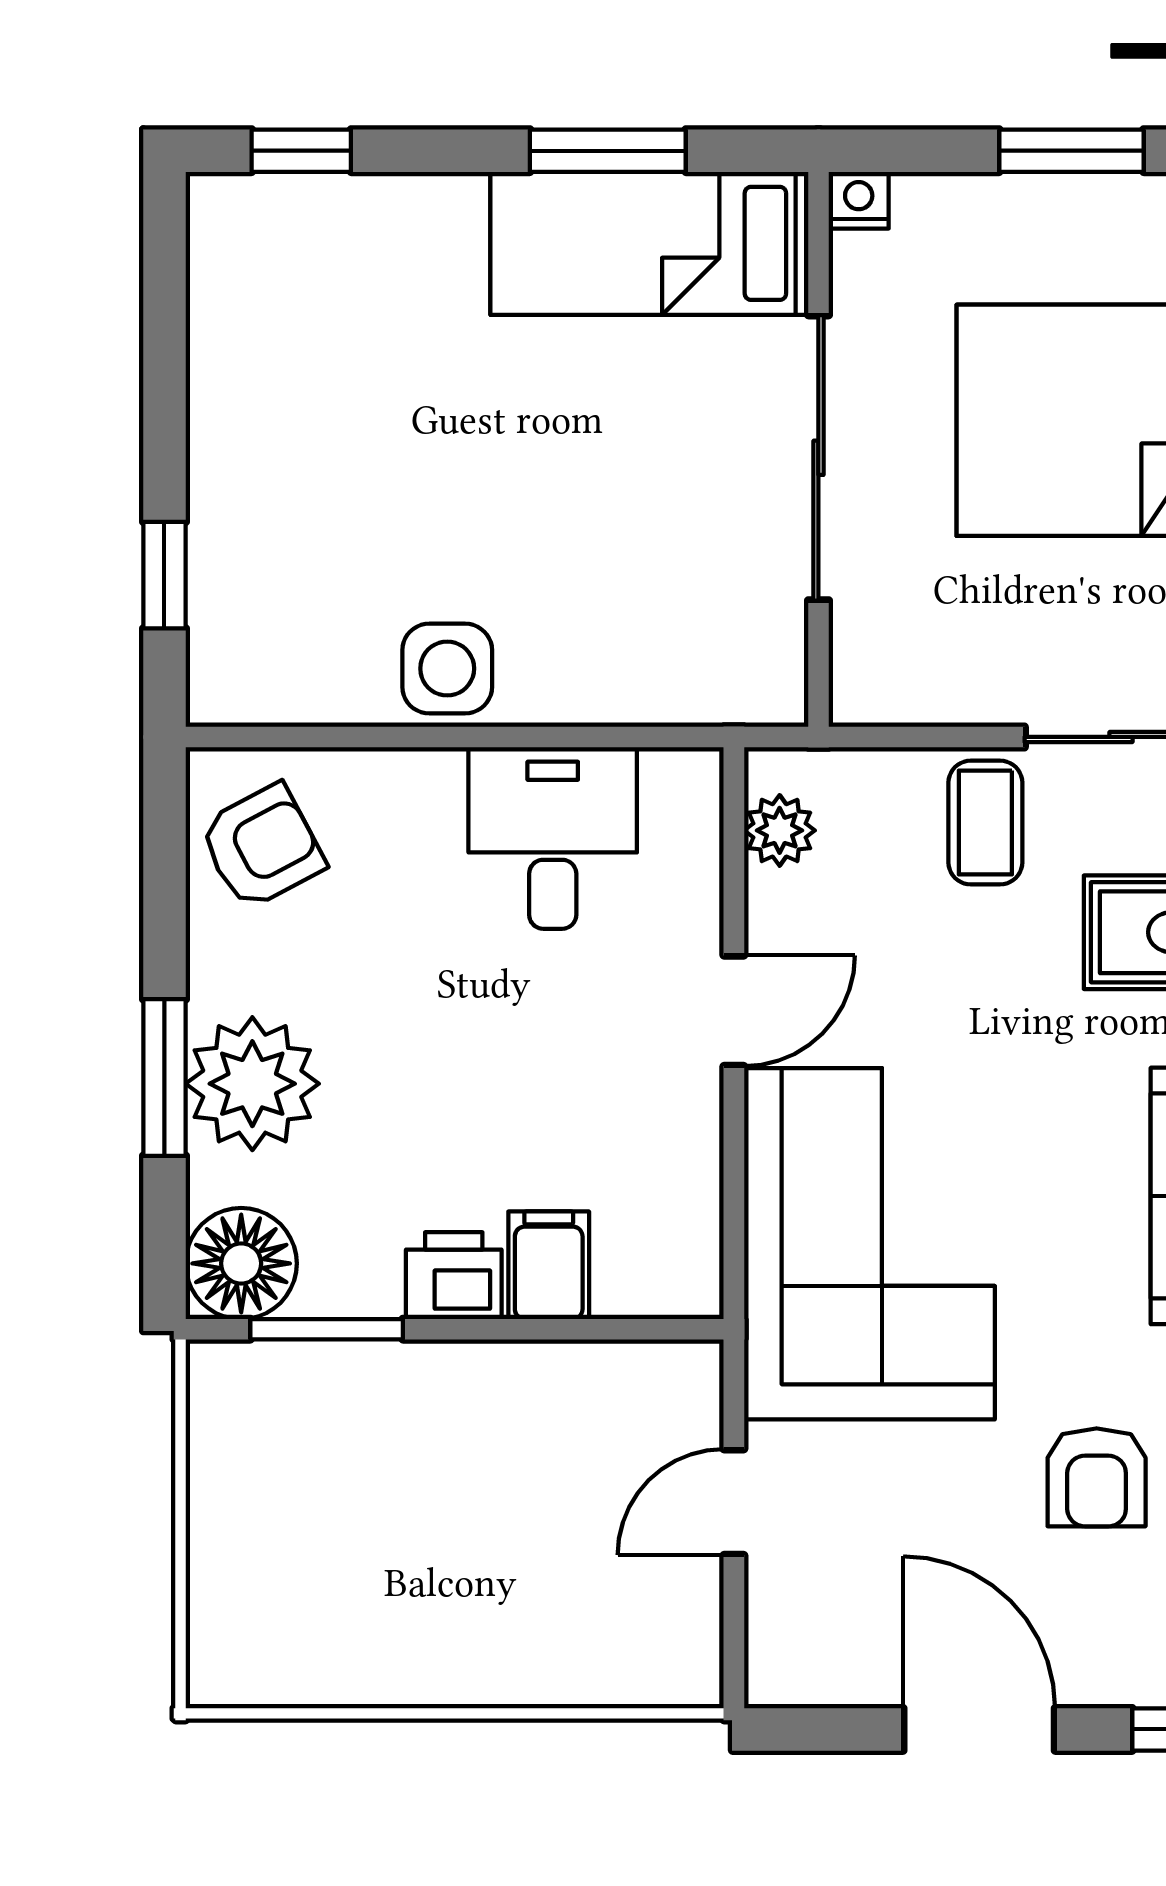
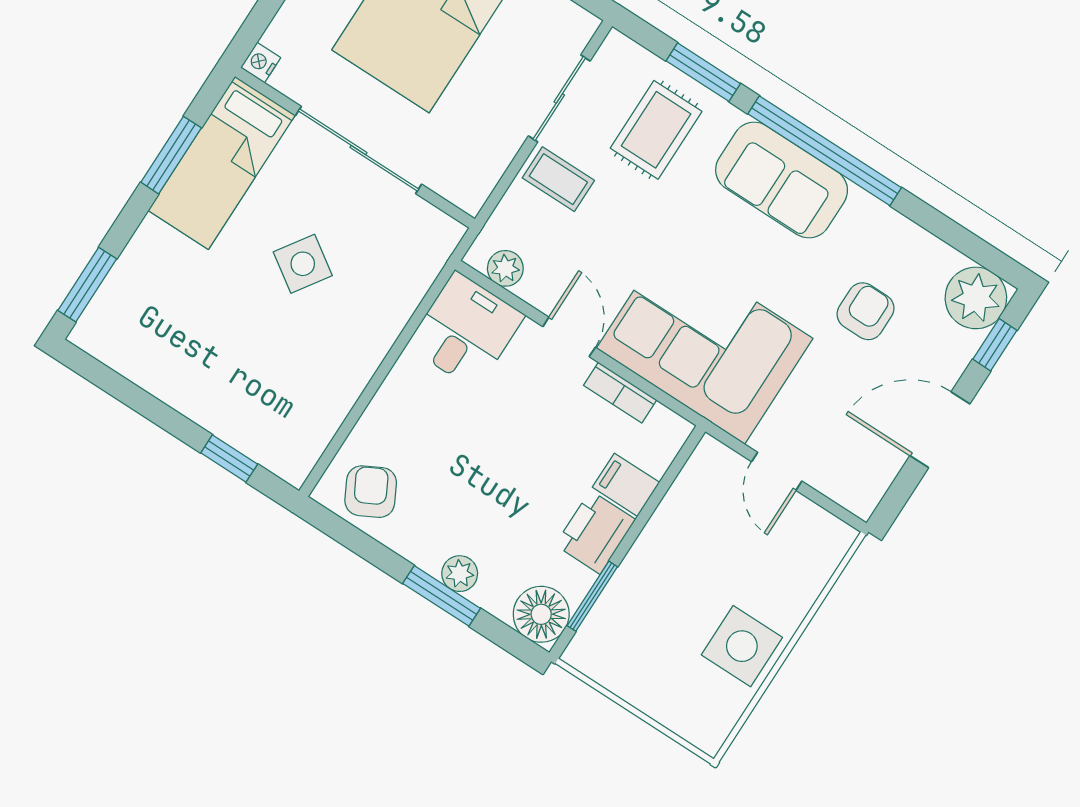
window: (301, 151) -> (87, 285), width x1.50
side table: (447, 669) -> (303, 264), moved, turned 34
desk: (553, 838) -> (466, 331), moved, turned 90
plant: (252, 1084) -> (460, 574), width x0.53, depth x0.53
bookcase: (696, 1156) -> (620, 393), added
printer: (454, 1276) -> (595, 532), width x1.36, depth x1.24
armchair: (1097, 1477) -> (865, 311), turned -90
side table: (405, 1633) -> (742, 646), added

